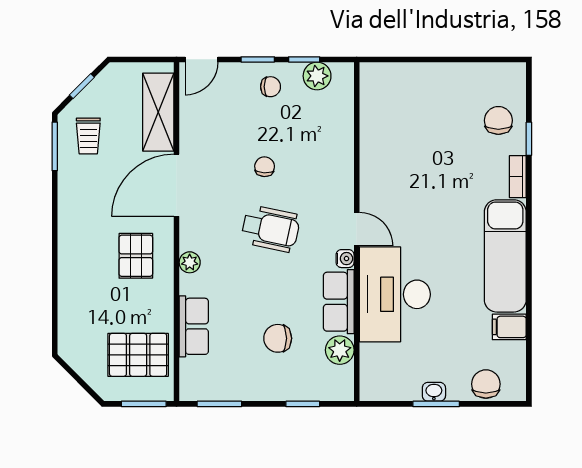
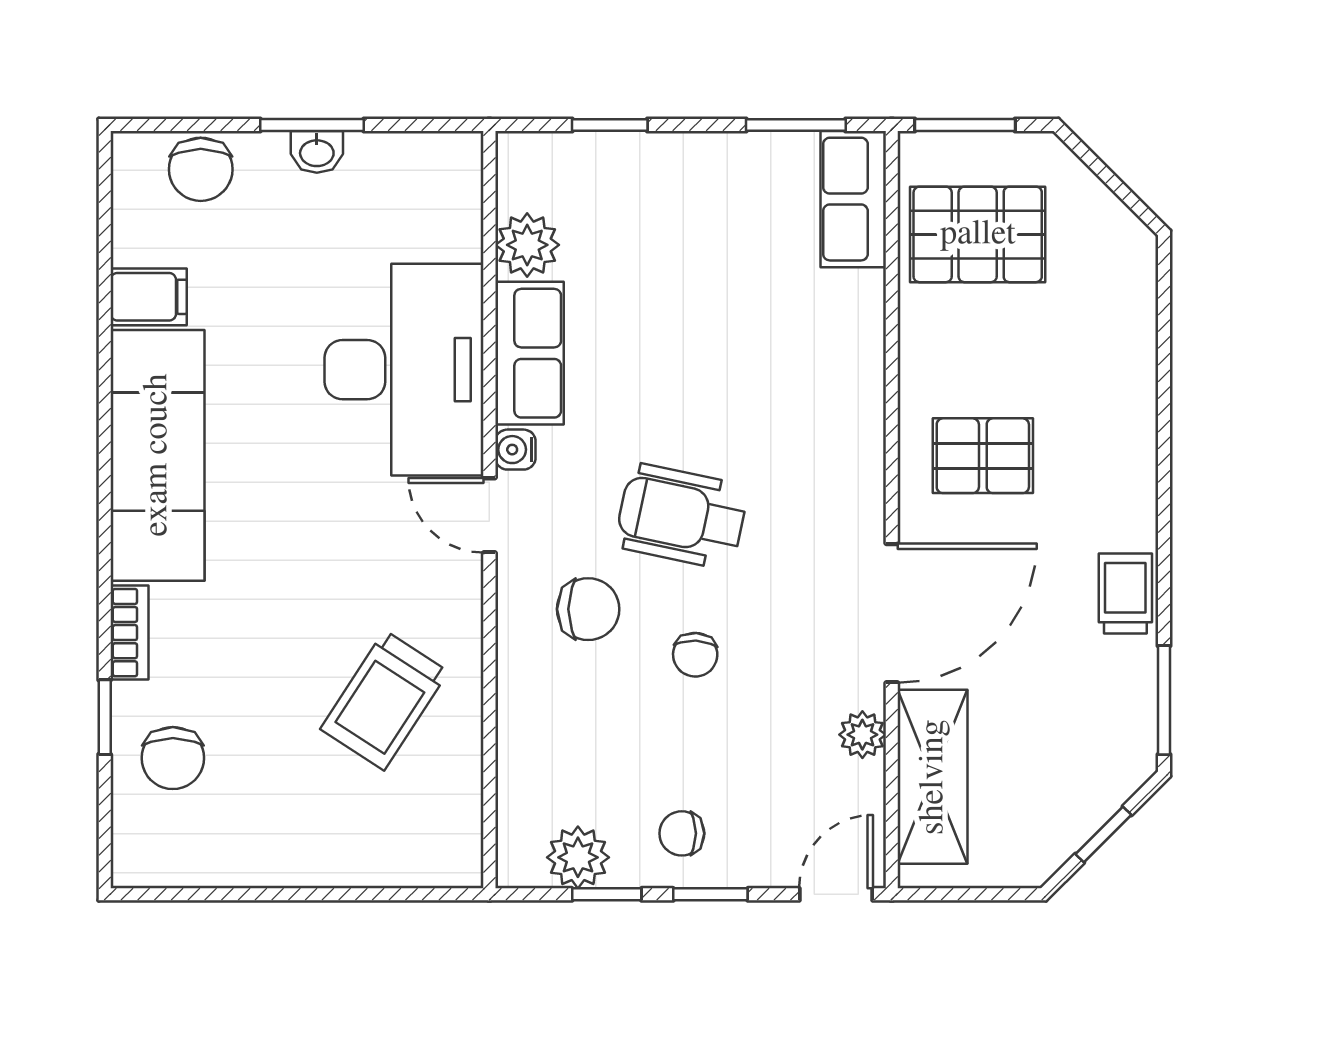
trolley: (88, 136) -> (1125, 593), moved
trolley: (404, 146) -> (384, 700), added
pallet: (136, 256) -> (983, 456), turned 90
plant: (190, 262) -> (862, 735), moved
row of seats: (194, 326) -> (853, 199), moved
chair: (278, 338) -> (588, 609), moved

